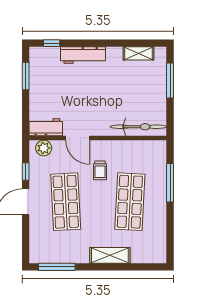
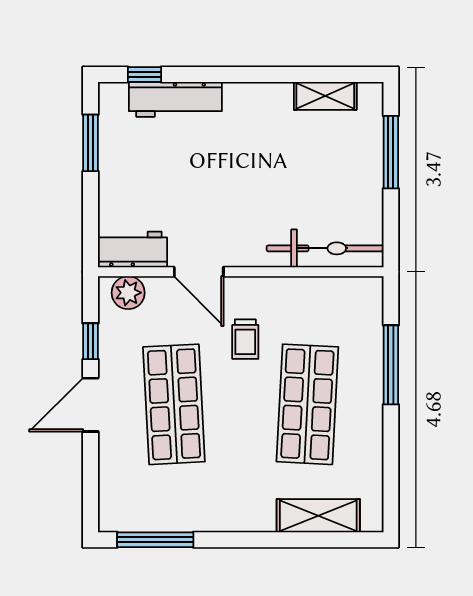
workbench: (83, 55) -> (175, 99), moved
shelving: (110, 255) -> (318, 516), moved

